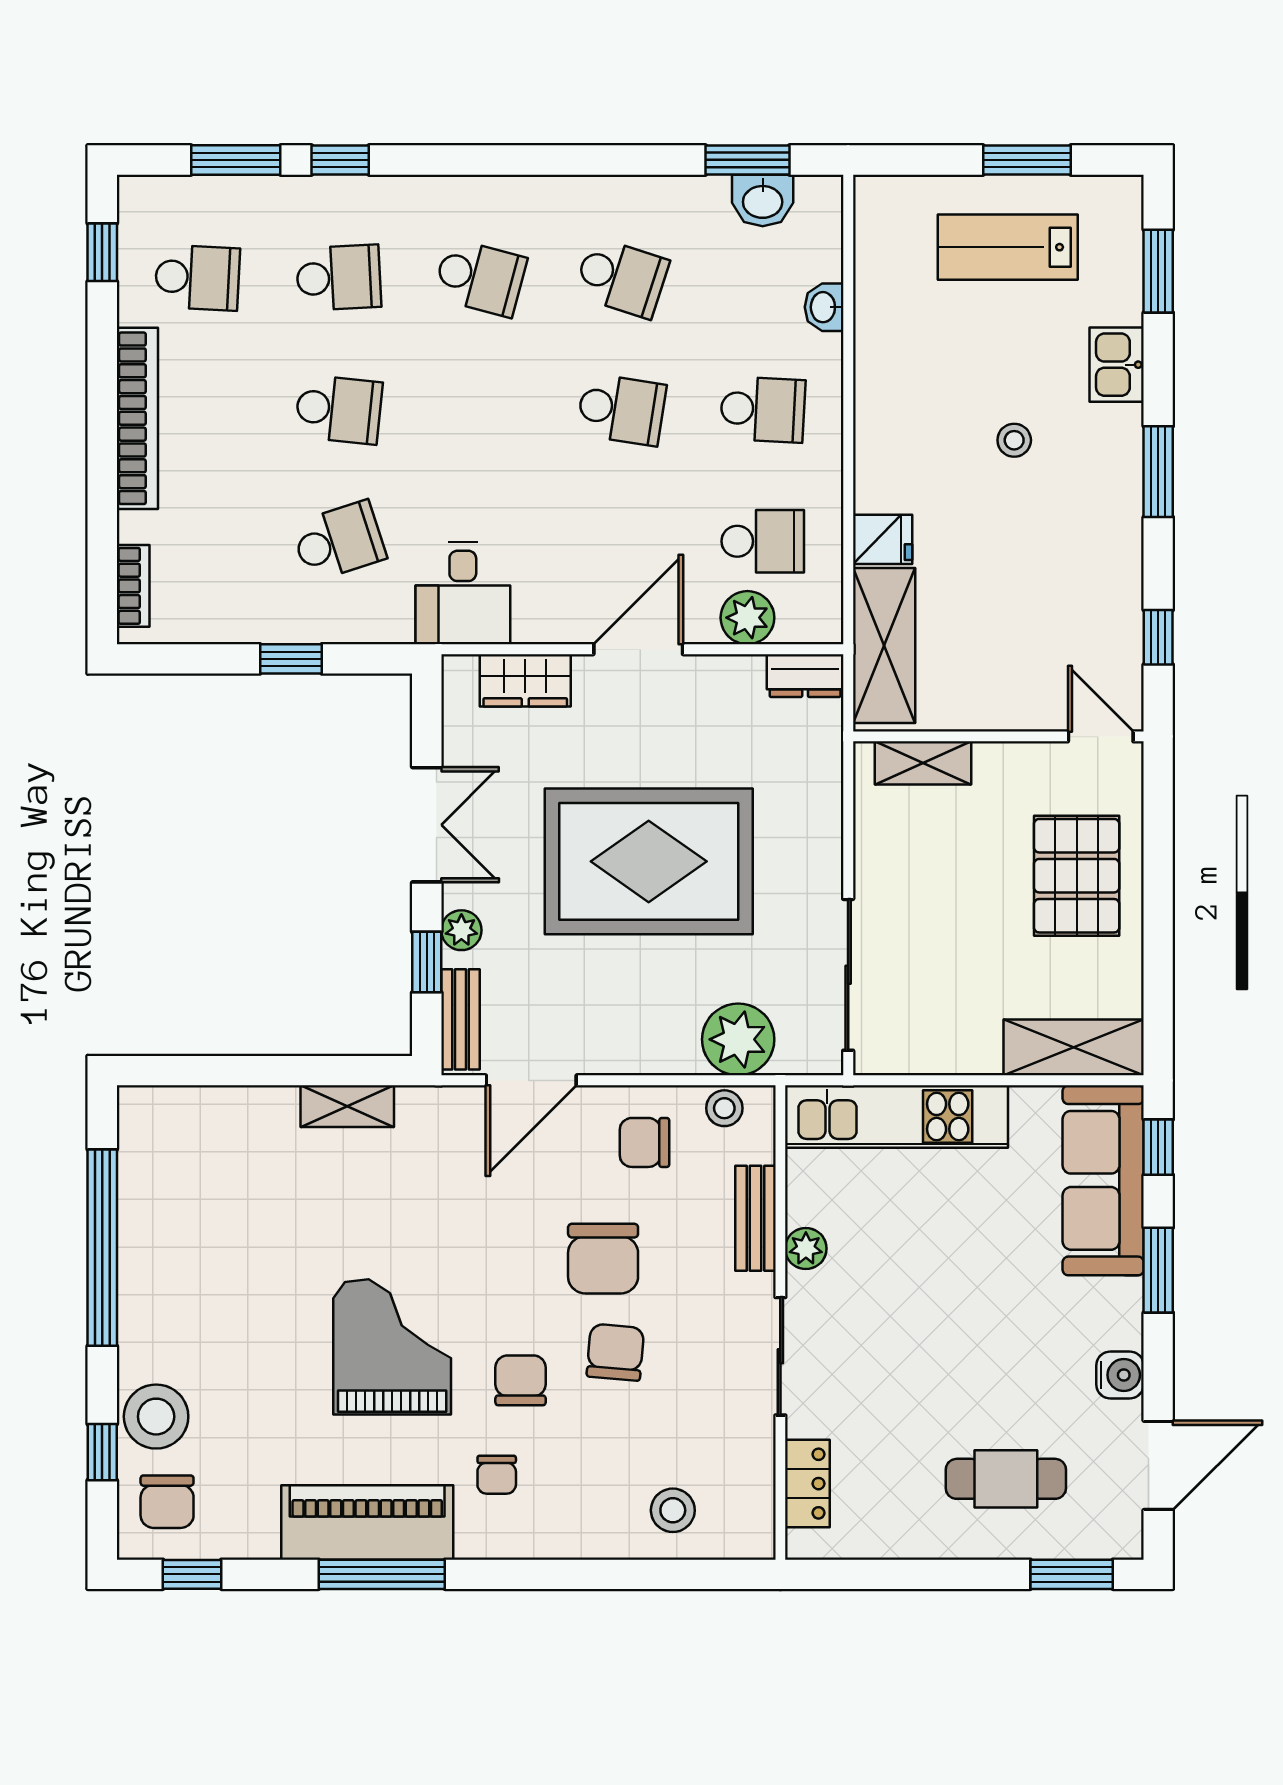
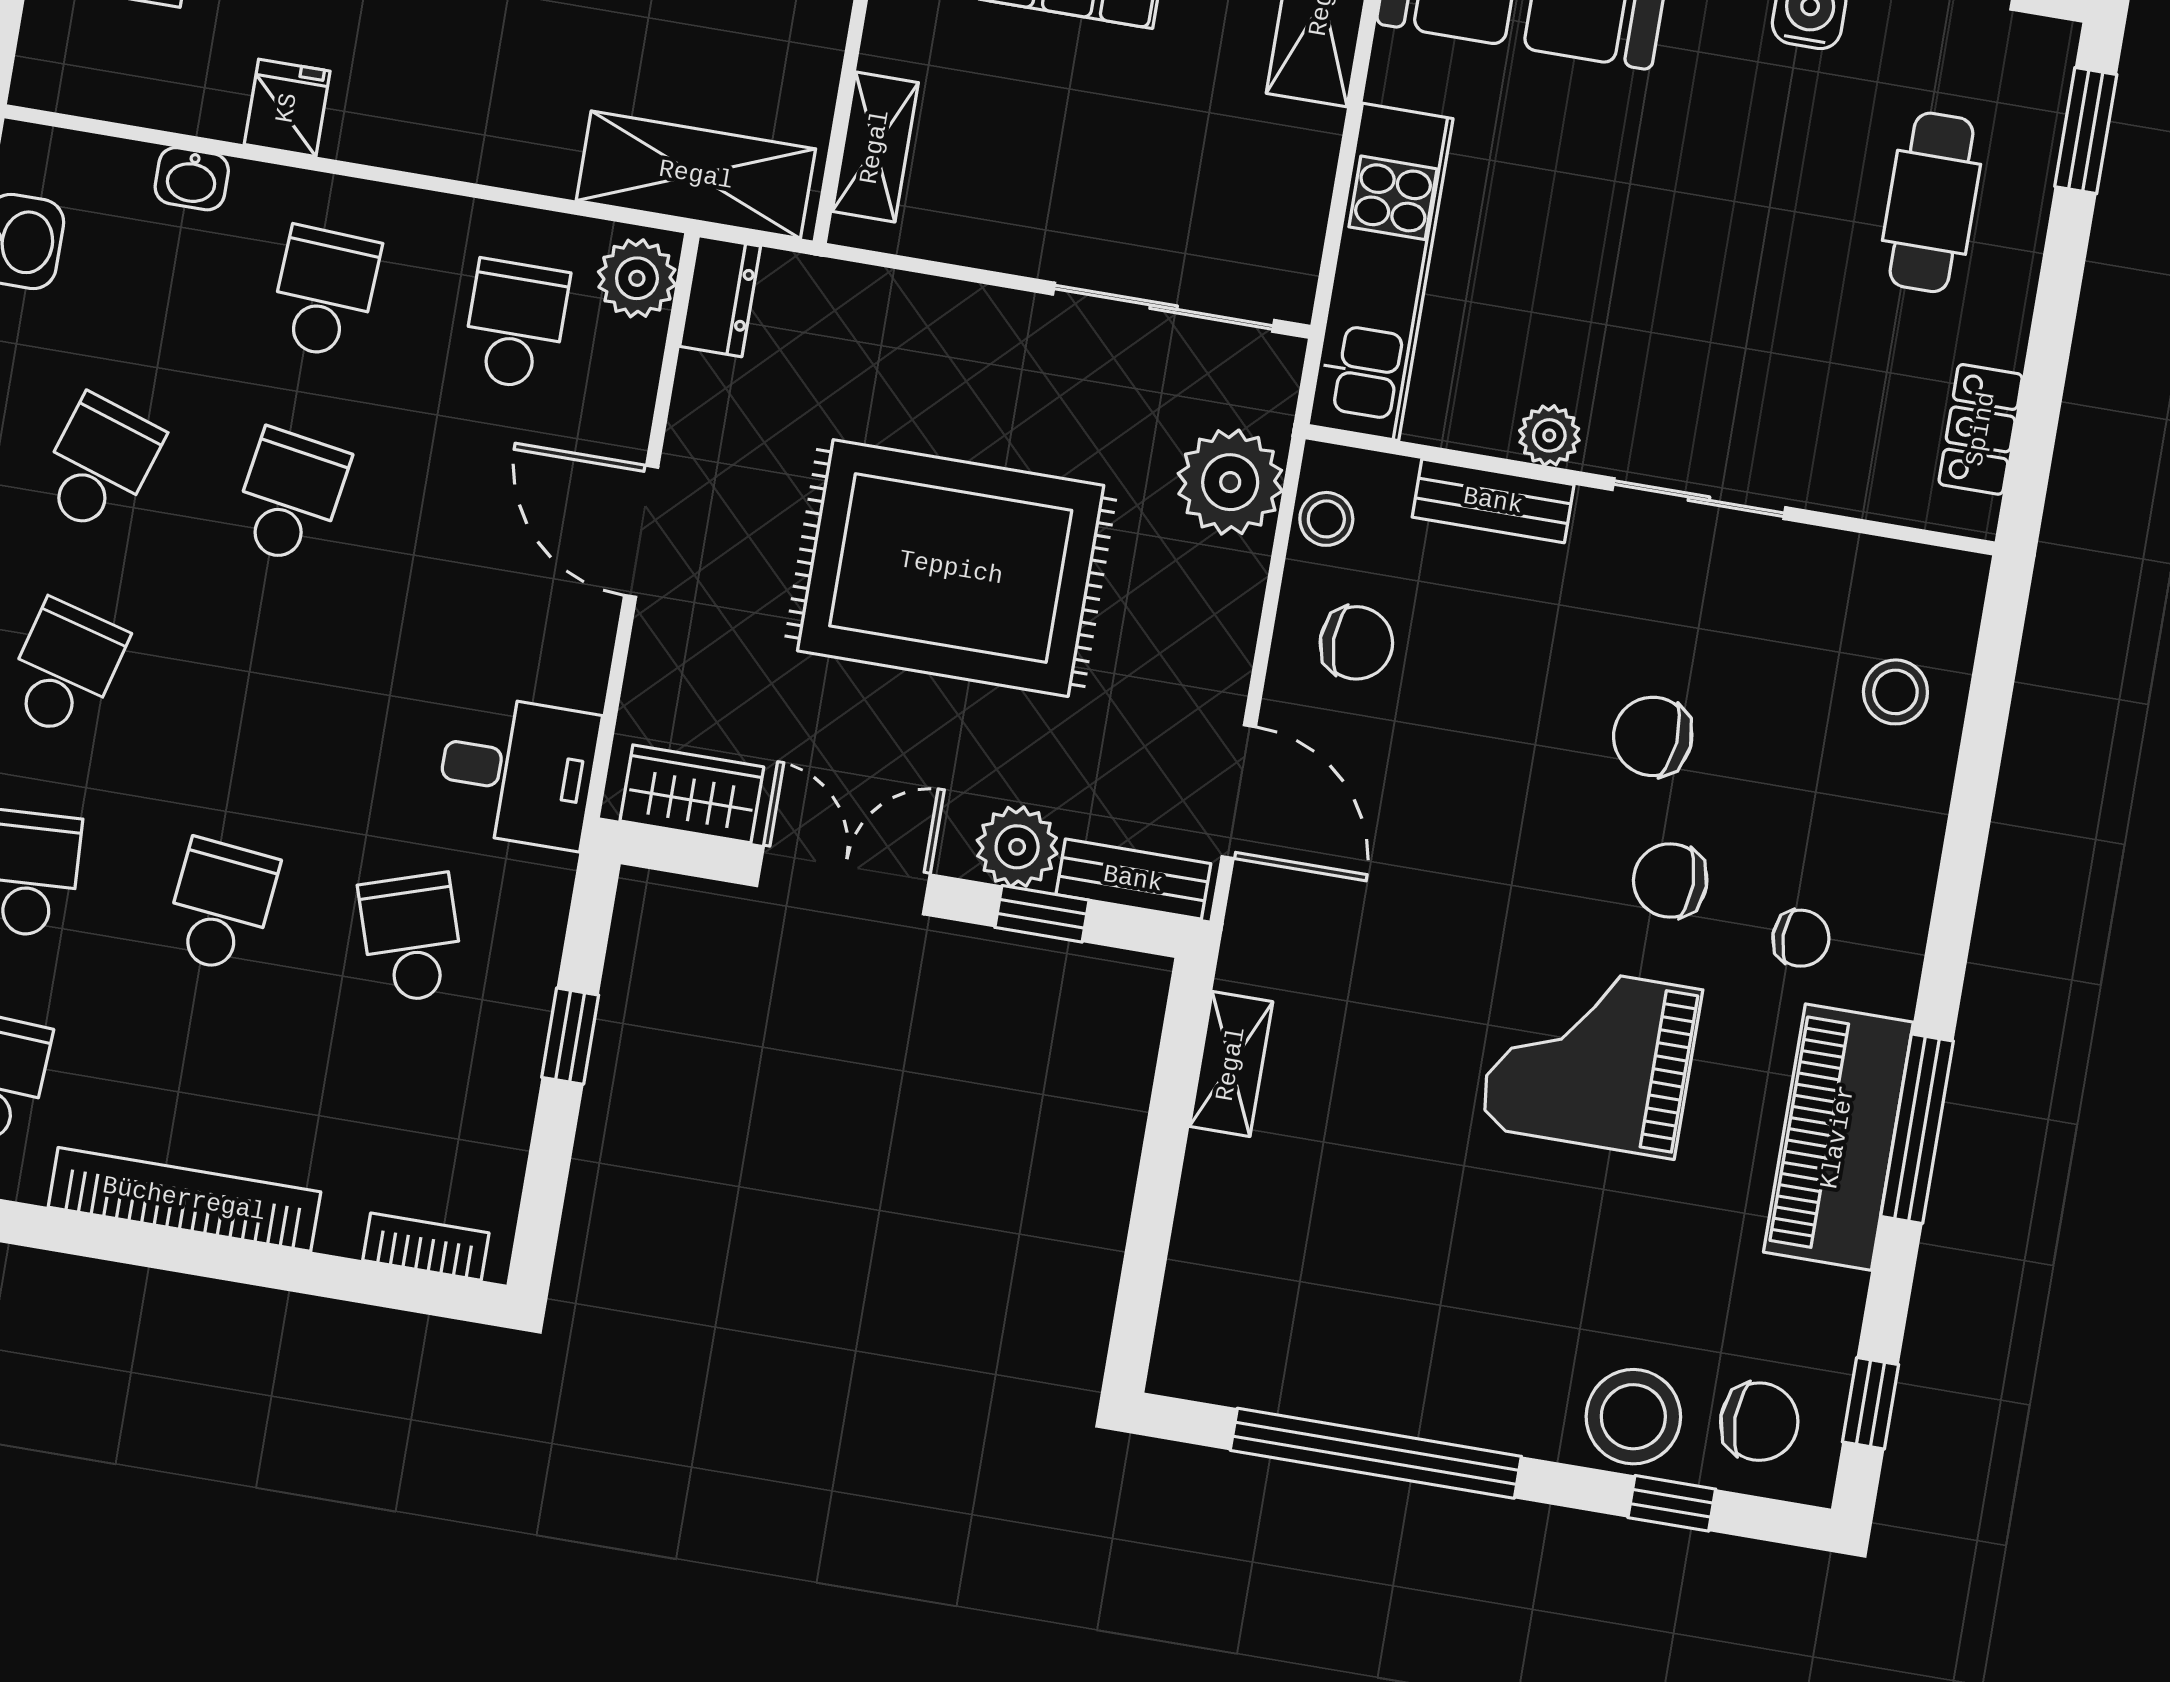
fridge: (883, 539) -> (287, 108), moved
plant: (747, 618) -> (637, 278), moved
wardrobe: (525, 680) -> (692, 794), moved, turned -90
rug: (649, 861) -> (951, 568), turned 90
plant: (461, 930) -> (1017, 847), width x1.38, depth x1.38
chair: (645, 1142) -> (1356, 643), turned -90
chair: (603, 1259) -> (1514, 731), removed
locker: (807, 1484) -> (1981, 429), moved, turned -90

